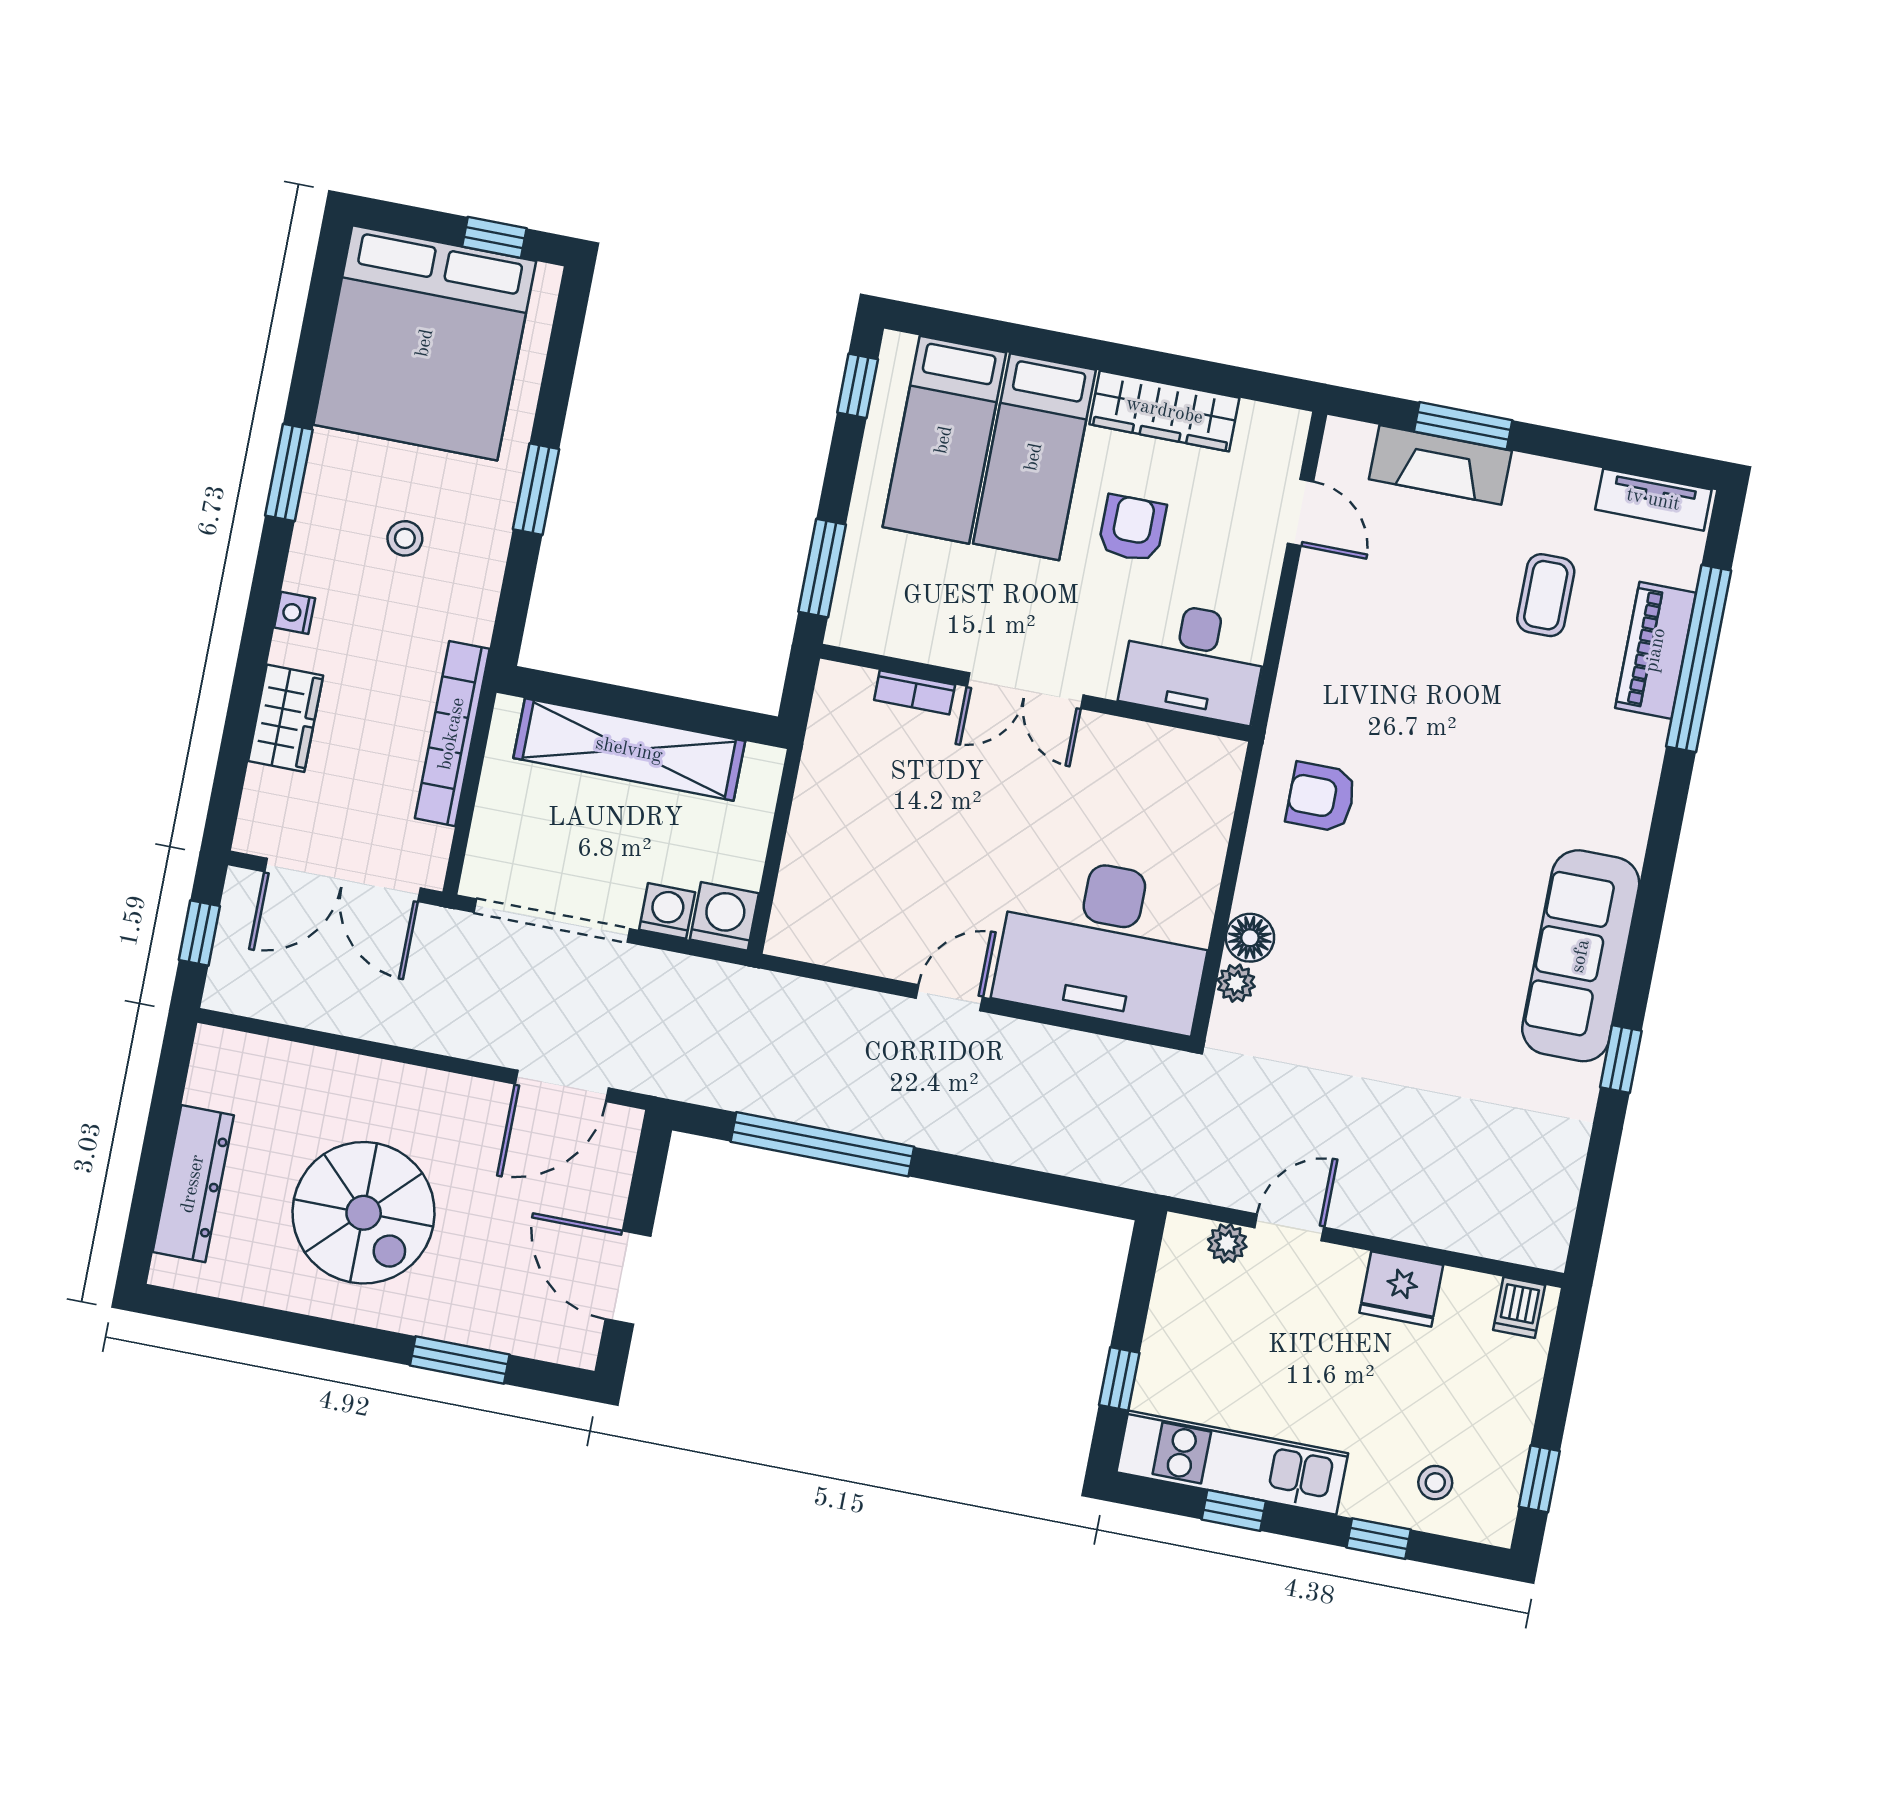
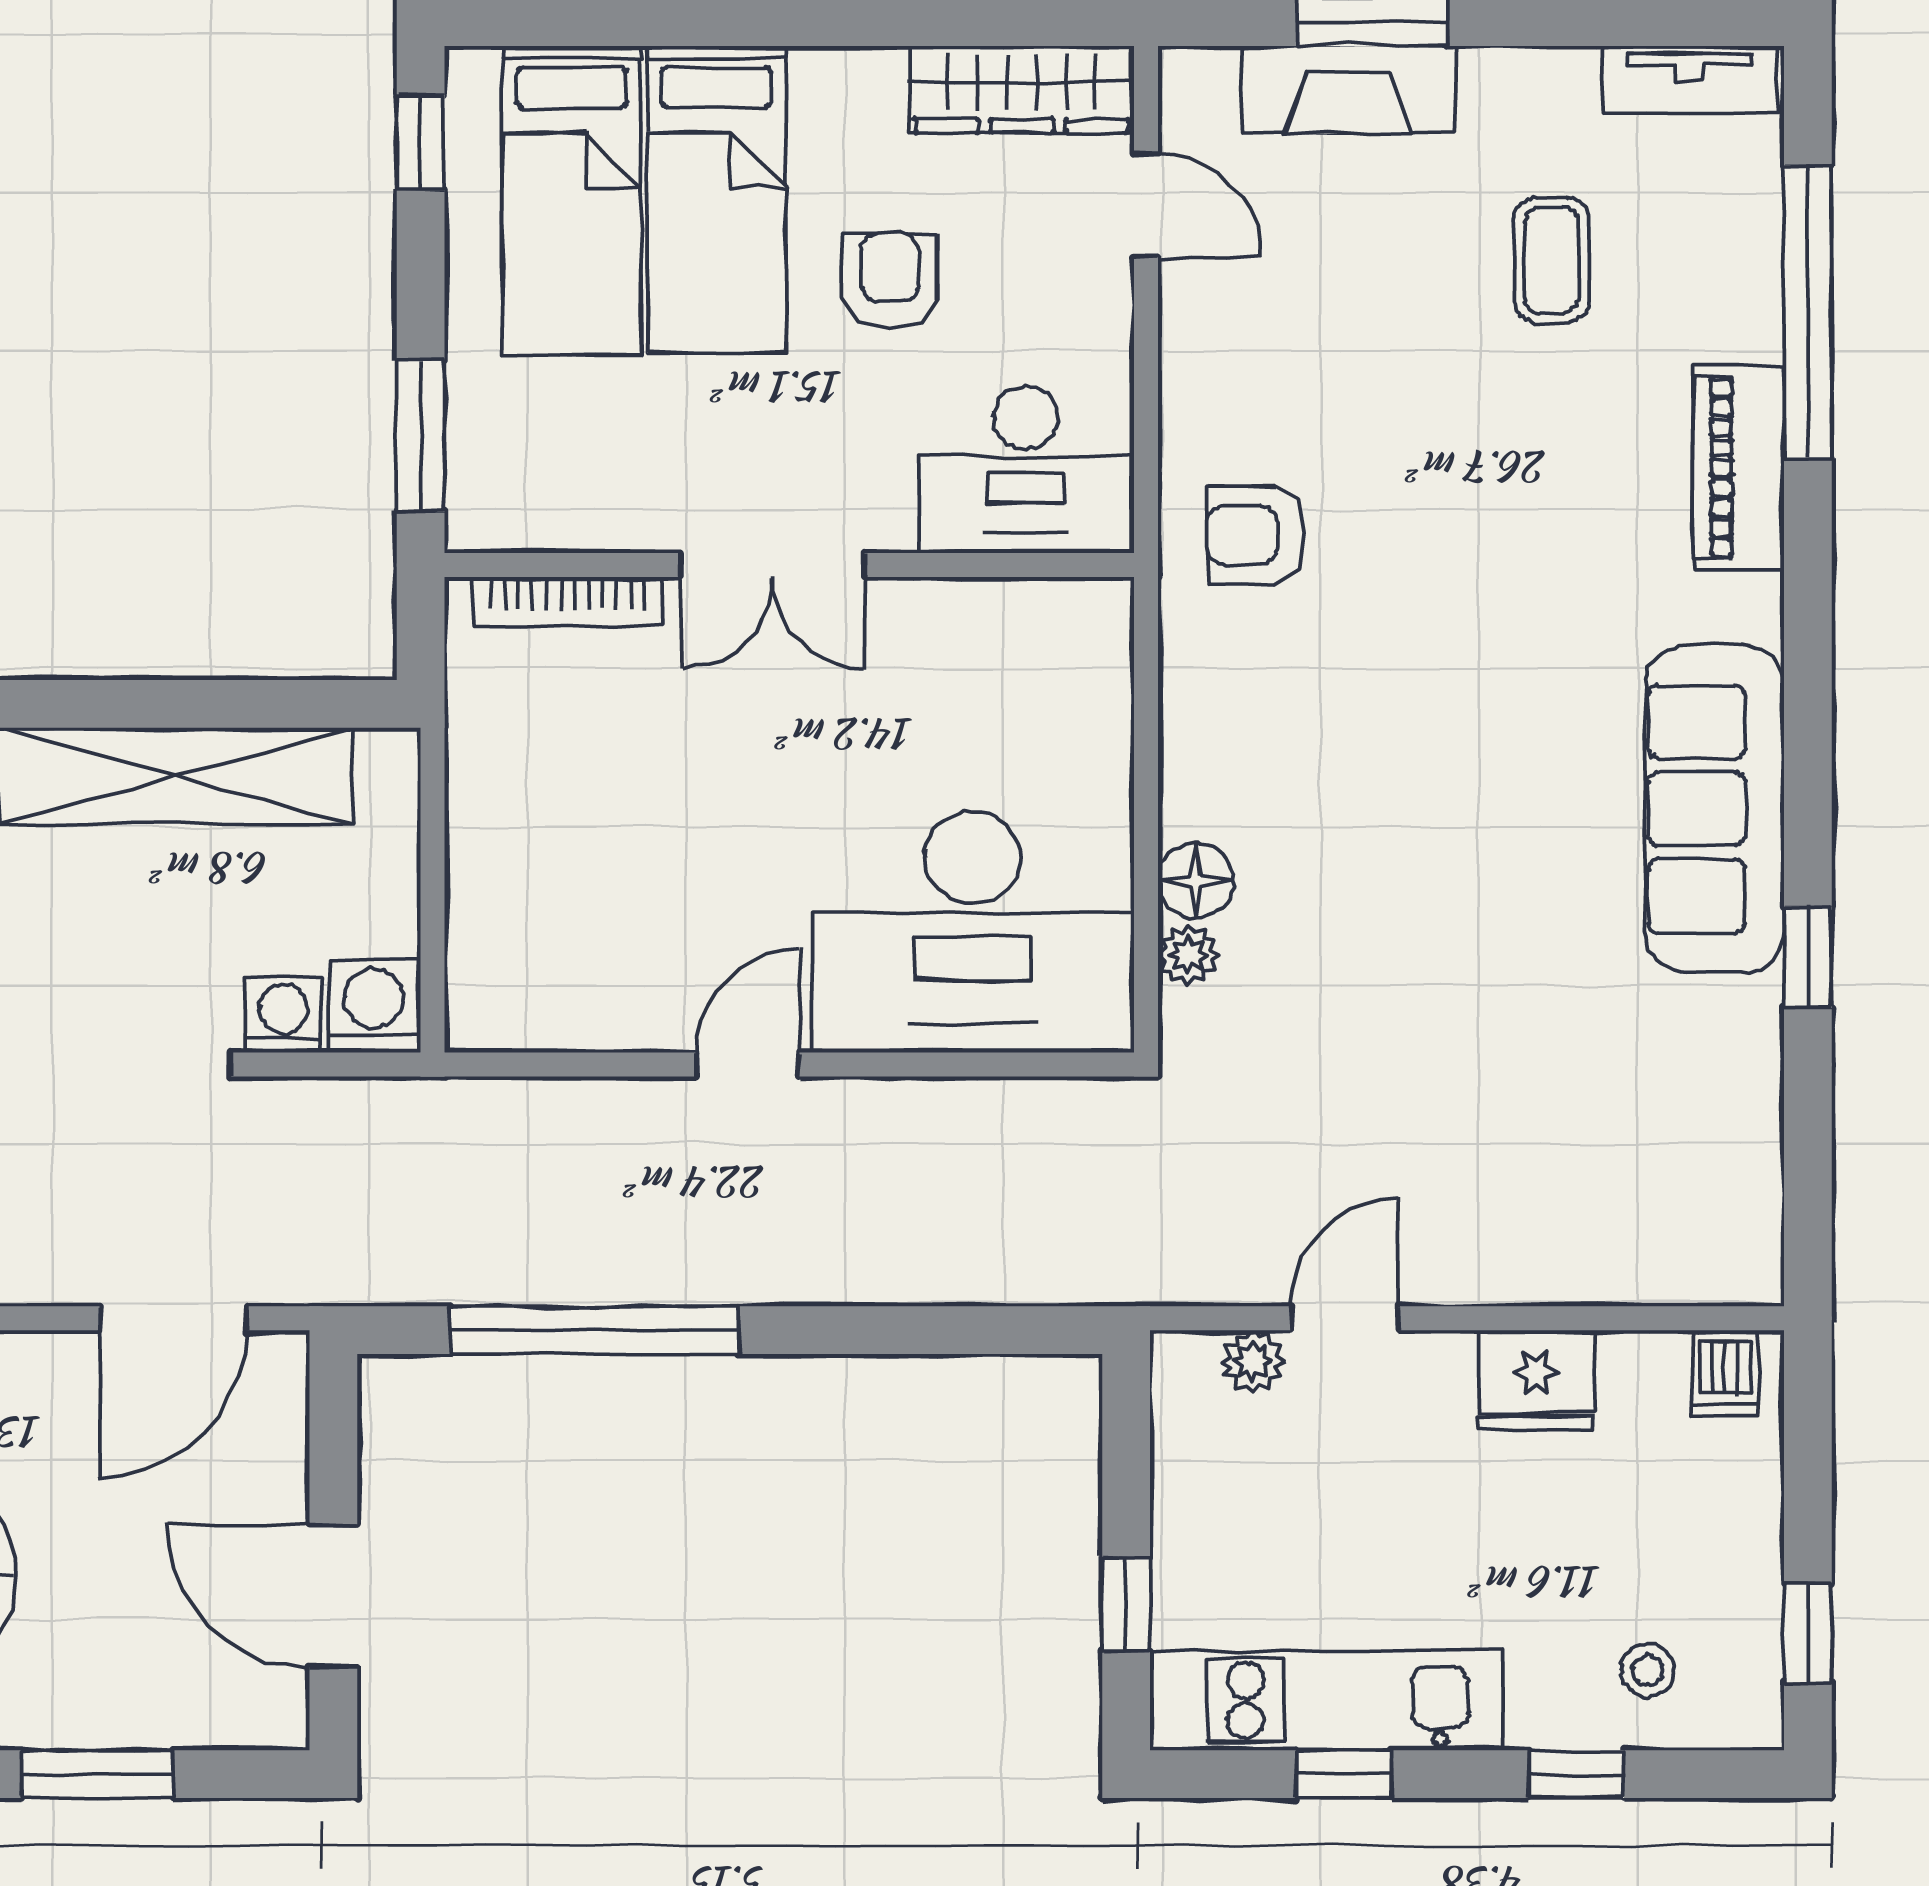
wardrobe: (1164, 411) -> (1022, 89), moved
piano: (1656, 650) -> (1739, 468), moved
bookcase: (915, 692) -> (568, 601), width x1.56
armchair: (1321, 797) -> (1256, 535), moved

